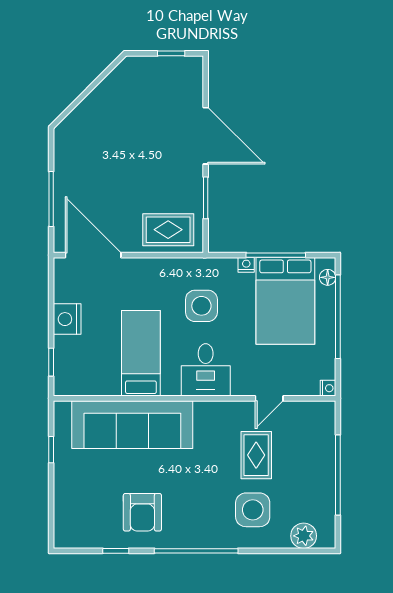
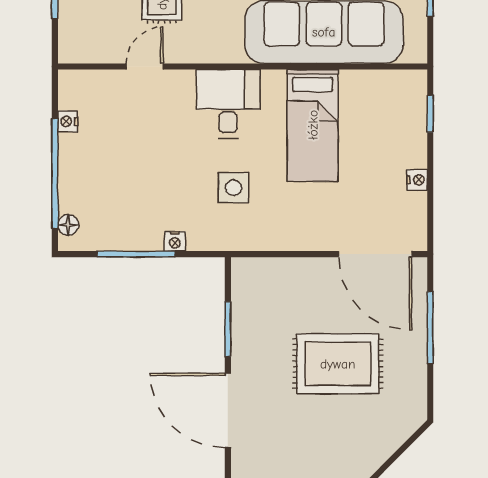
rug: (168, 230) -> (338, 364), moved, width x1.36, depth x1.43
bed: (285, 301) -> (124, 194), removed
side table: (201, 306) -> (233, 188), width x0.73, depth x0.73
nightstand: (67, 319) -> (417, 180), width x0.53, depth x0.56
nightstand: (328, 388) -> (68, 121), moved

